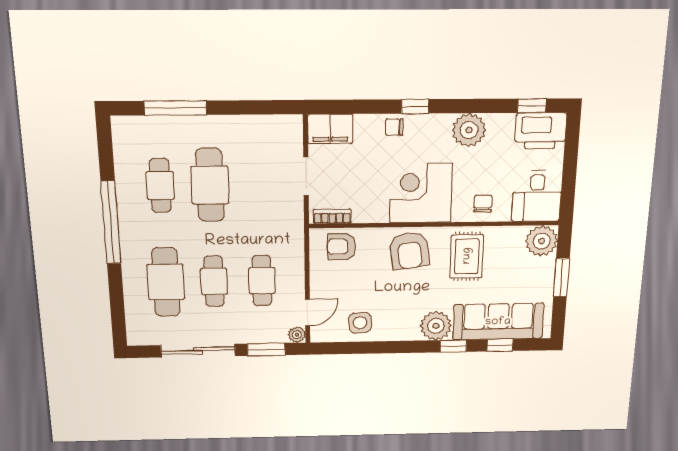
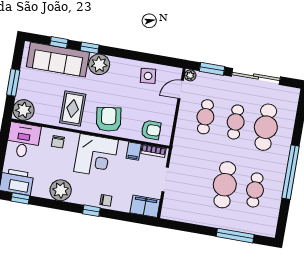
filing cabinet: (363, 211) -> (134, 151), added

